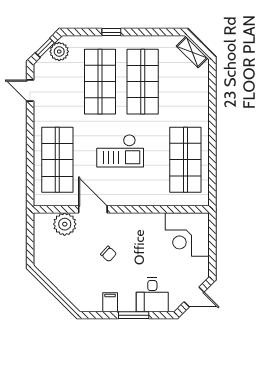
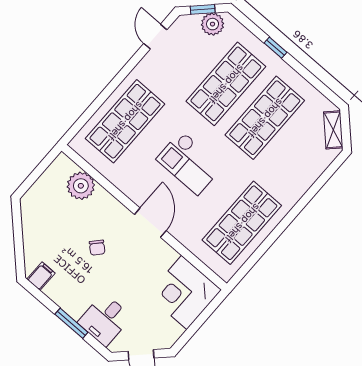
door: (93, 209) -> (150, 223), moved
filing cabinet: (110, 302) -> (41, 276), moved

